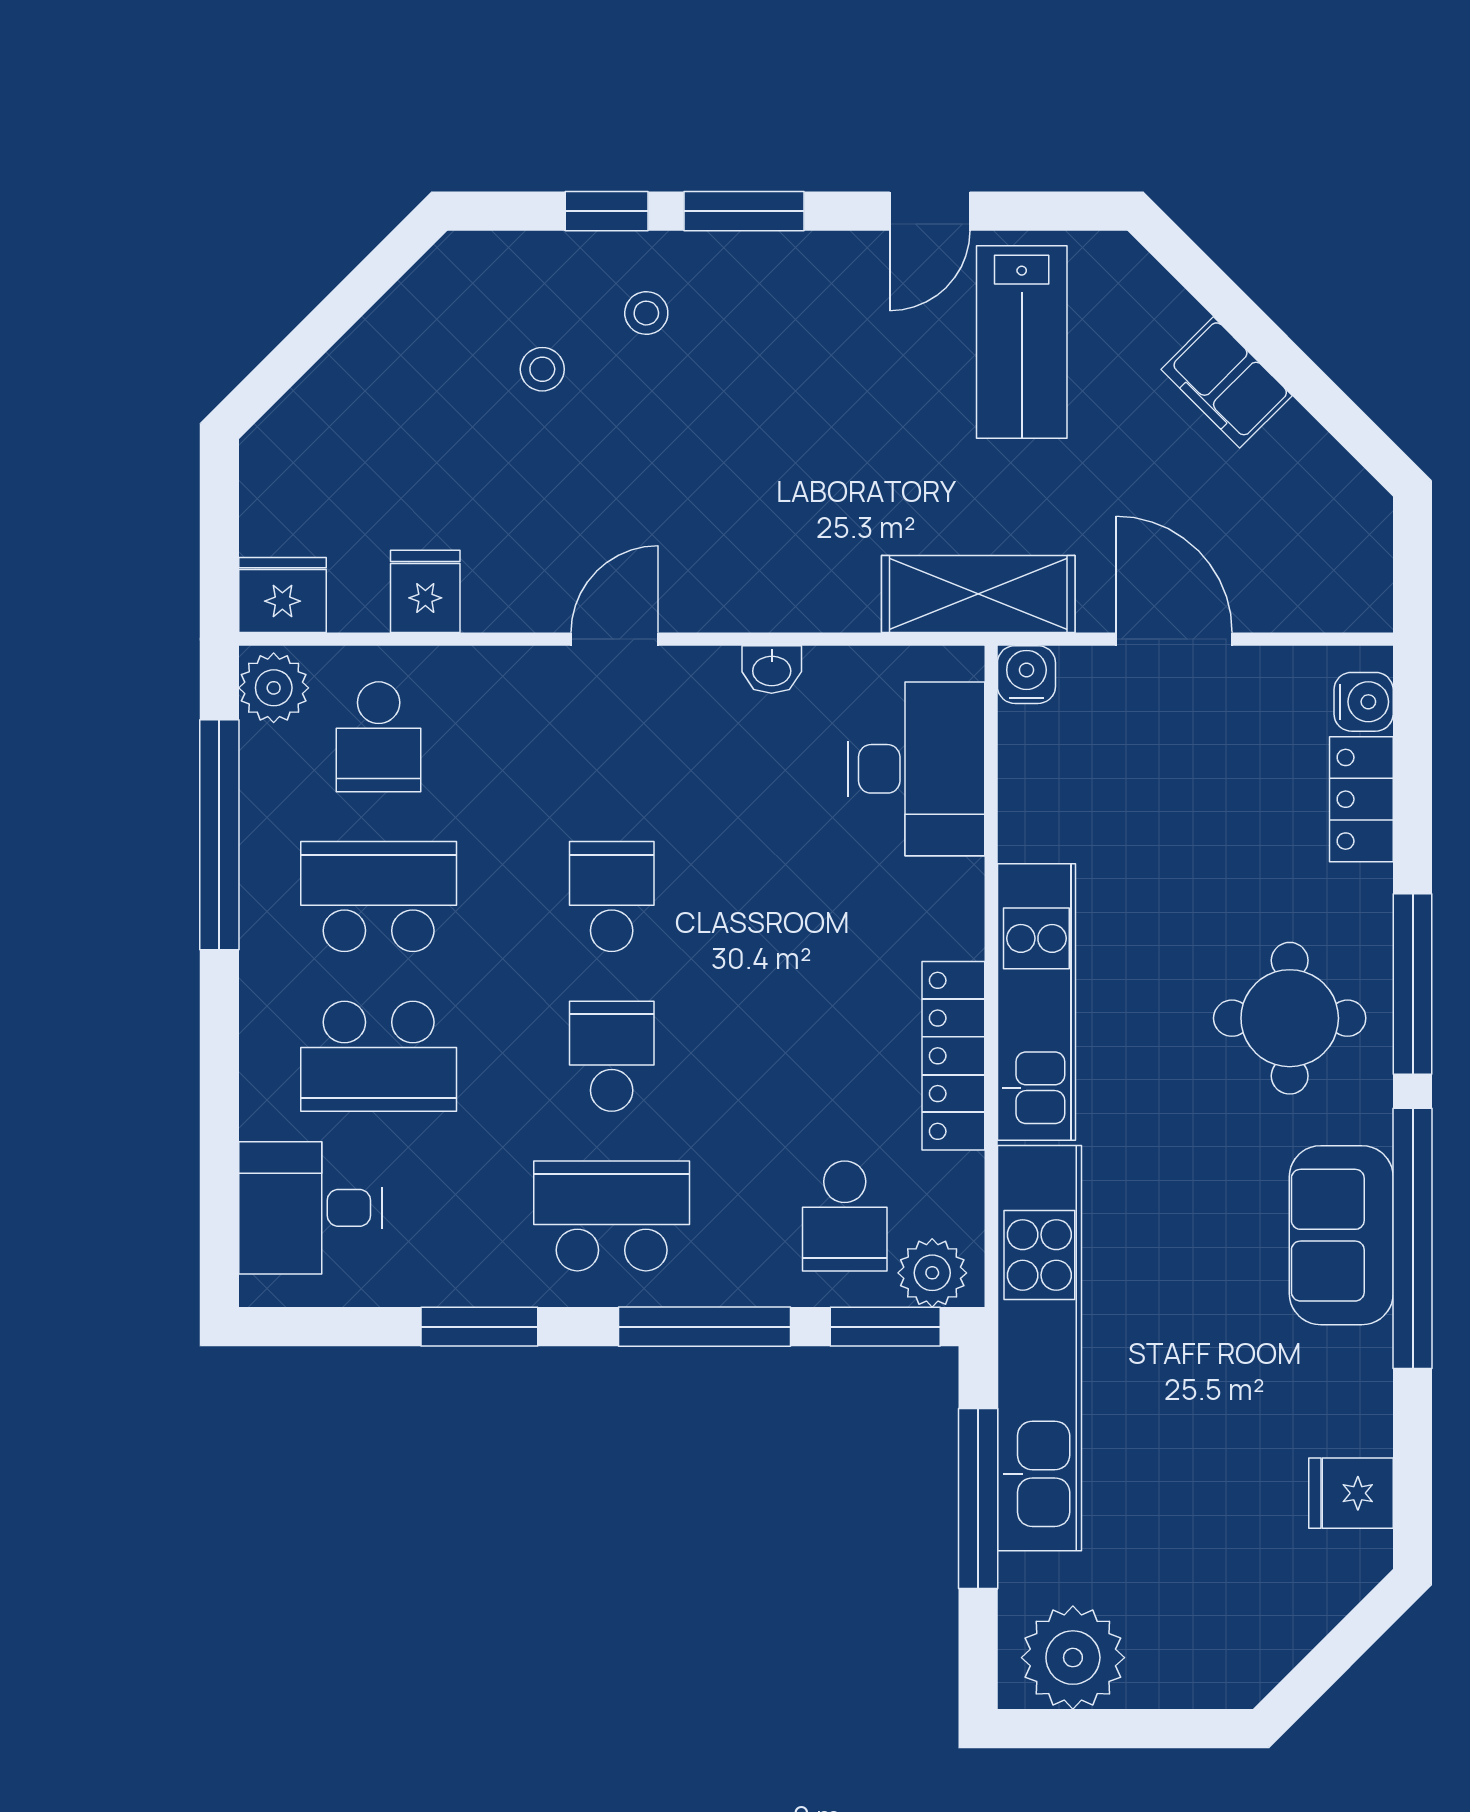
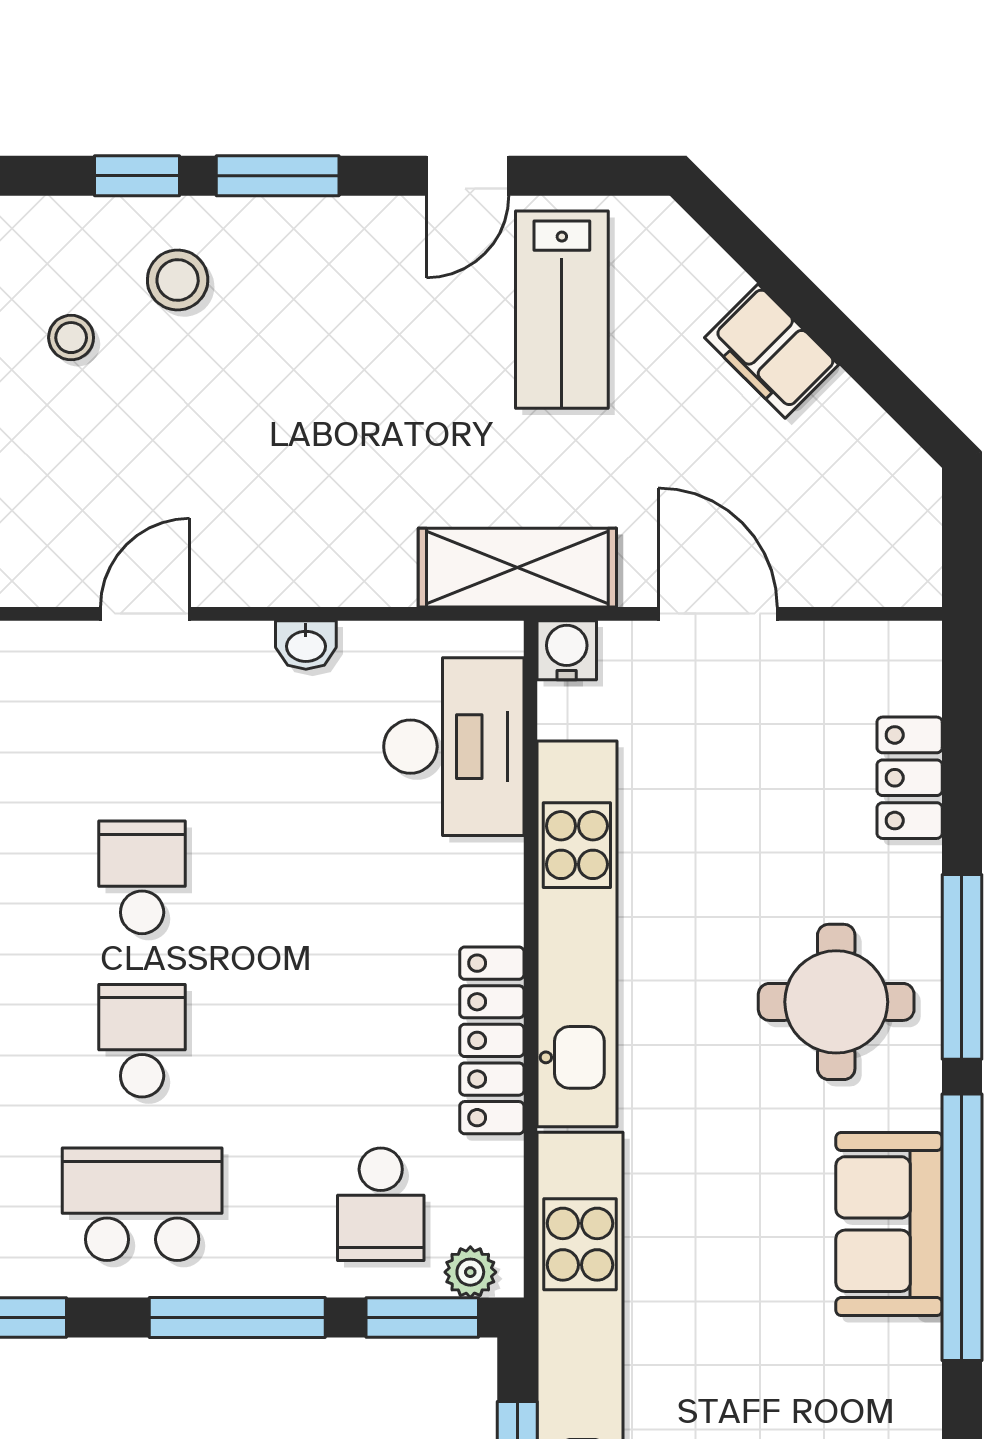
stool: (646, 313) -> (178, 280), width x1.37, depth x1.37
water cooler: (1364, 702) -> (912, 678), removed
kitchen unit: (1036, 1002) -> (577, 934), width x1.36
plant: (932, 1273) -> (470, 1272), width x0.73, depth x0.73

